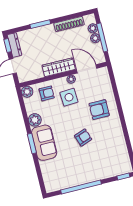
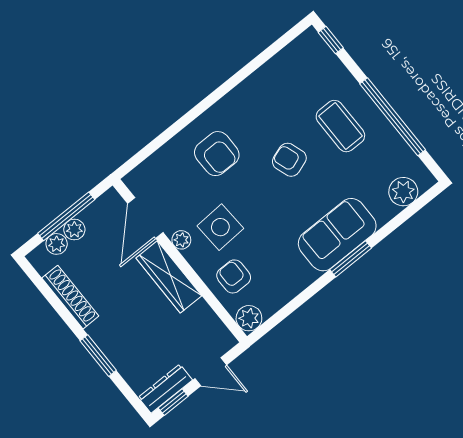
plant: (35, 120) -> (403, 192), moved
coffee table: (87, 164) -> (340, 126), added

